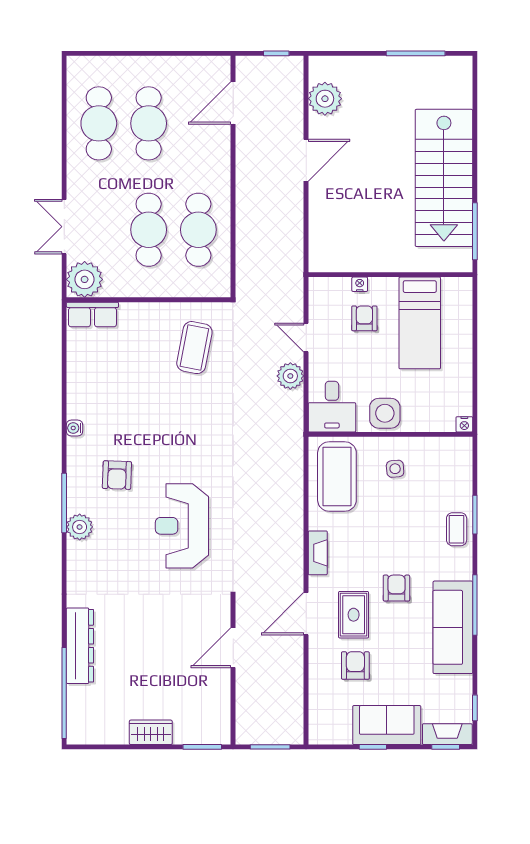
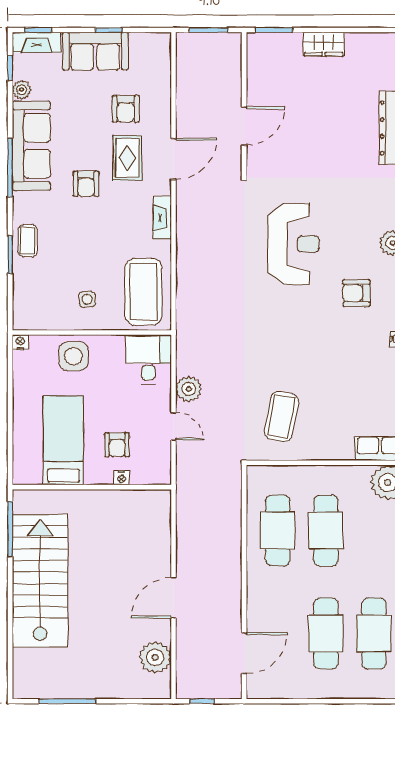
side table: (385, 413) -> (73, 356), moved
armchair: (117, 475) -> (356, 293), turned -92
plant: (463, 685) -> (22, 90), added

